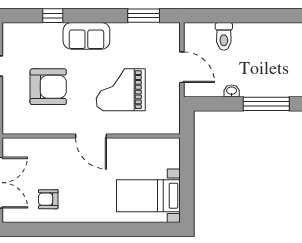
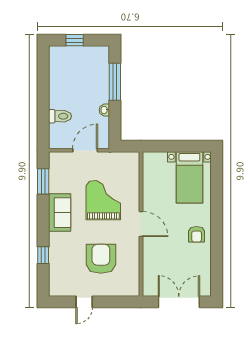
sofa: (86, 36) -> (60, 213), moved
grand piano: (121, 90) -> (103, 200), turned 180
door: (91, 136) -> (141, 224), hinge flipped
armchair: (48, 199) -> (197, 234), moved

